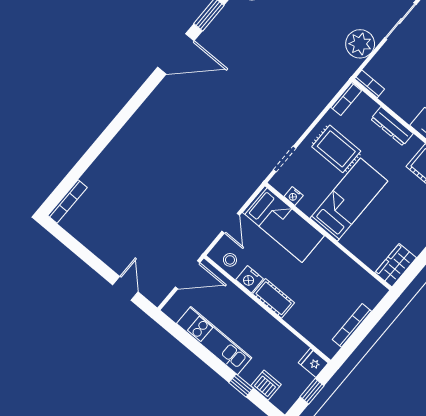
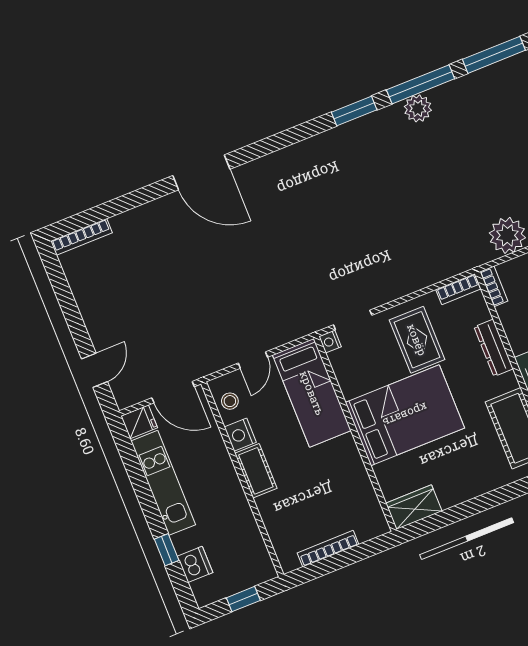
door: (176, 54) -> (201, 172), moved
nightstand: (294, 196) -> (330, 342), moved
bed: (349, 200) -> (405, 415), width x1.50
fridge: (313, 363) -> (139, 422), moved, turned 90

